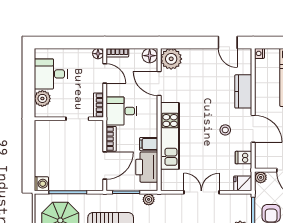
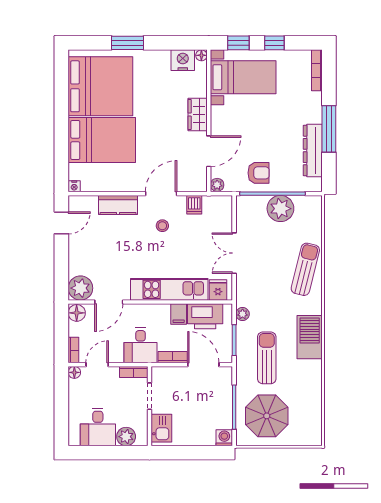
kitchen sink: (50, 129) -> (161, 428), added
fridge: (243, 183) -> (218, 290), moved, turned 180

